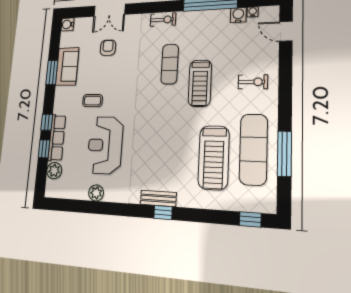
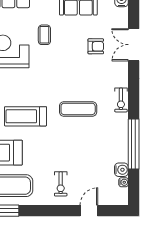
door: (286, 31) -> (89, 211), moved
treadmill: (200, 83) -> (25, 116), moved

